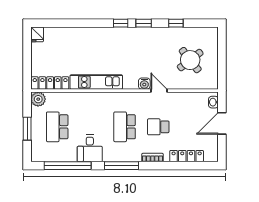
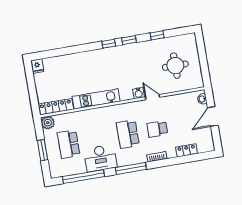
round table: (190, 60) -> (175, 66), turned 38
desk: (90, 148) -> (100, 158), width x1.37
locker: (187, 156) -> (187, 150), width x0.66

